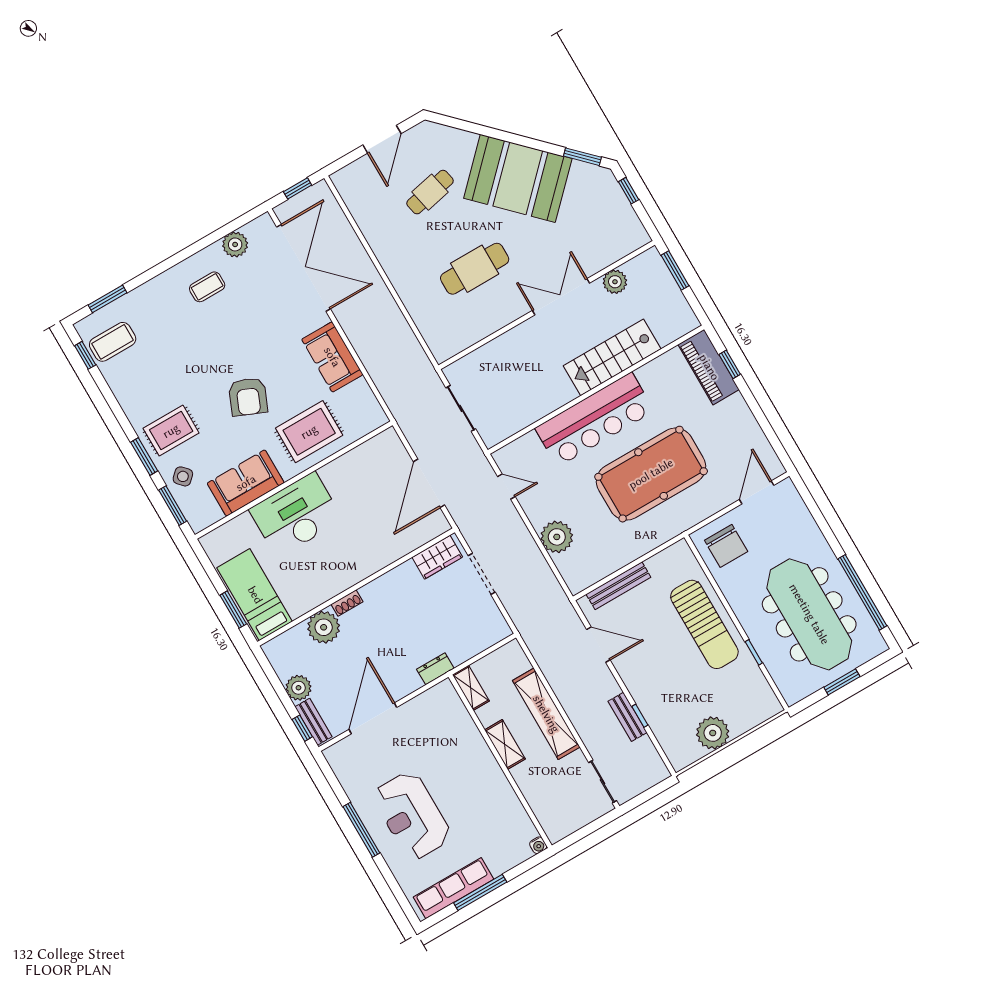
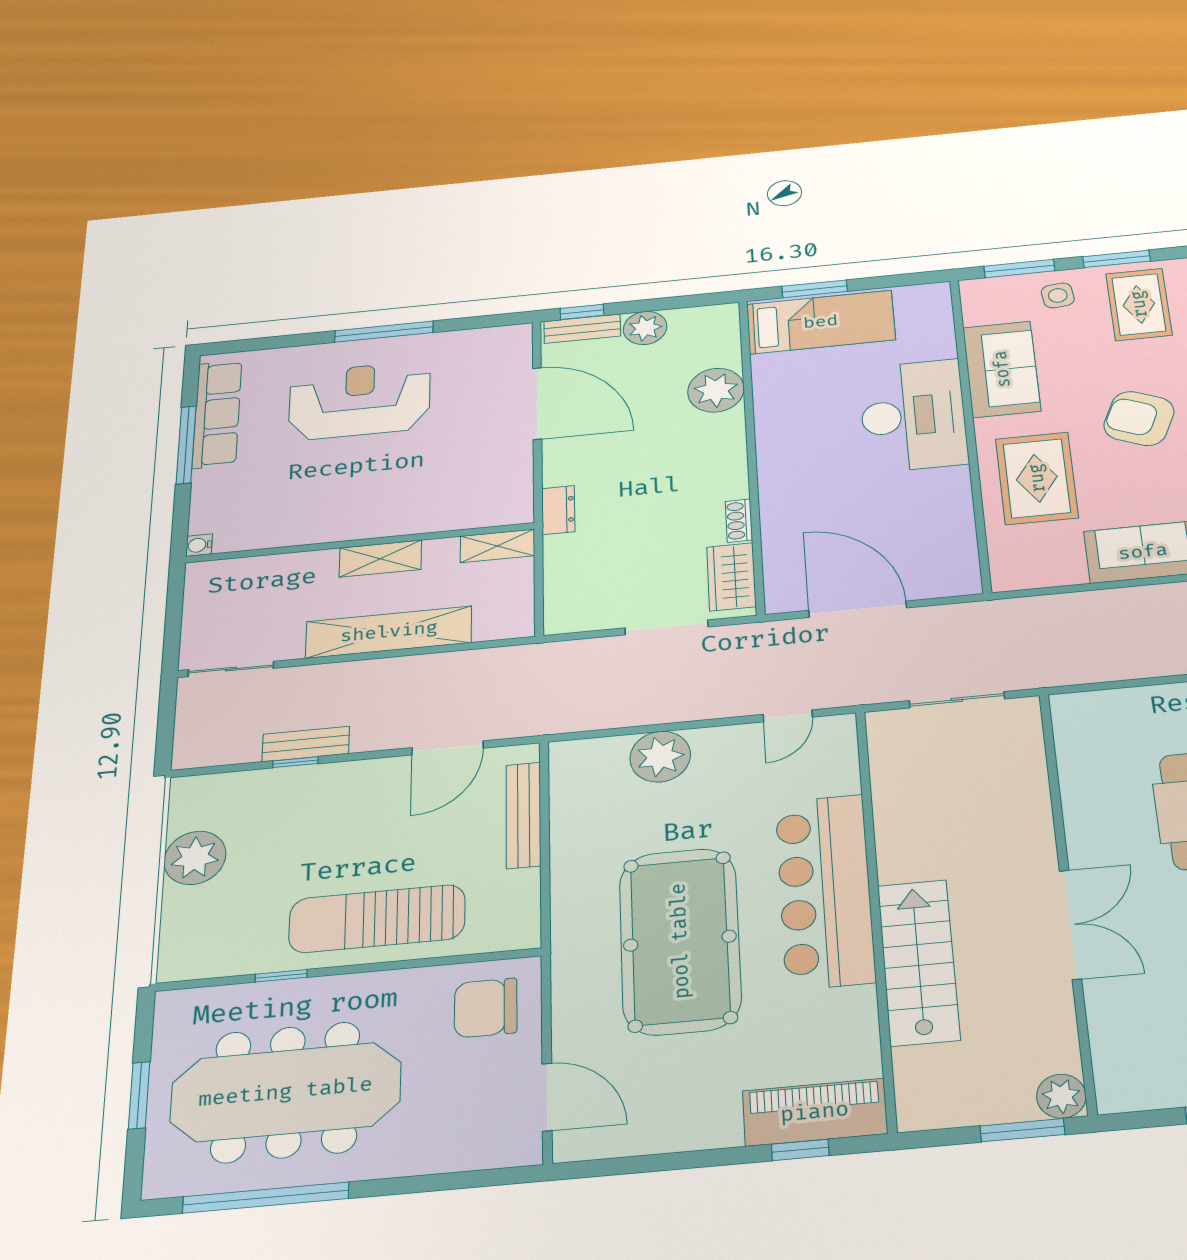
plant: (615, 282) -> (1061, 1096), moved
side table: (183, 476) -> (1058, 295), turned 38
shoe rack: (347, 603) -> (739, 521), moved

